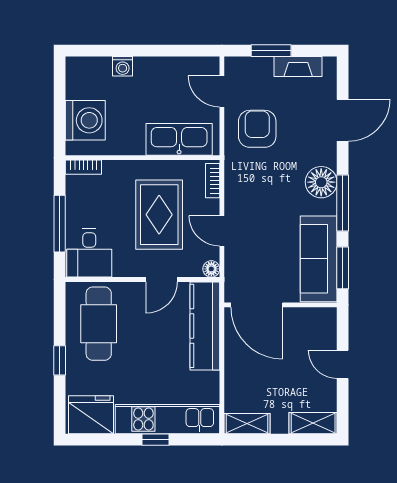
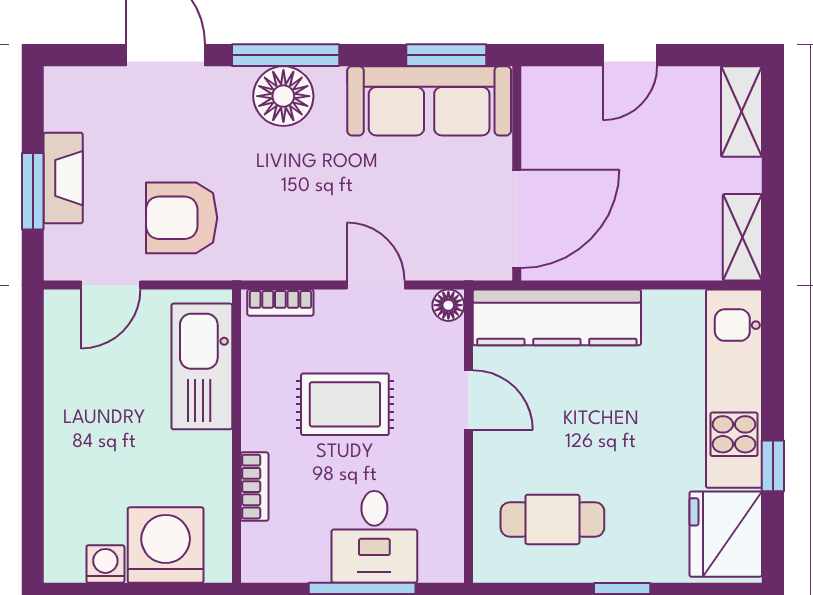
washing machine: (123, 66) -> (105, 564), moved, turned -90
fireplace: (298, 66) -> (63, 178), moved
bookcase: (83, 167) -> (255, 487), moved
window: (343, 203) -> (286, 55), moved
rug: (159, 215) -> (345, 404), width x0.73, depth x0.70
door: (222, 231) -> (376, 285), swing flipped
desk: (89, 253) -> (374, 537), moved, turned 90
cafe table: (99, 324) -> (552, 519), width x0.73, depth x0.74
window: (156, 440) -> (773, 466), moved

